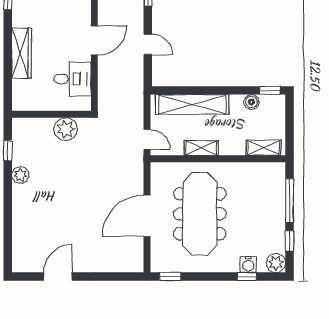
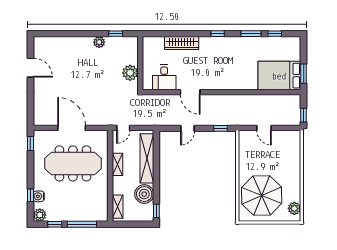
boiler: (251, 102) -> (144, 194), width x1.86, depth x1.86

